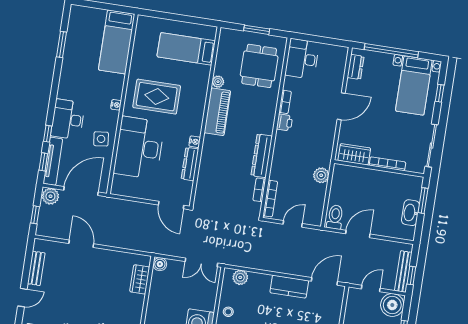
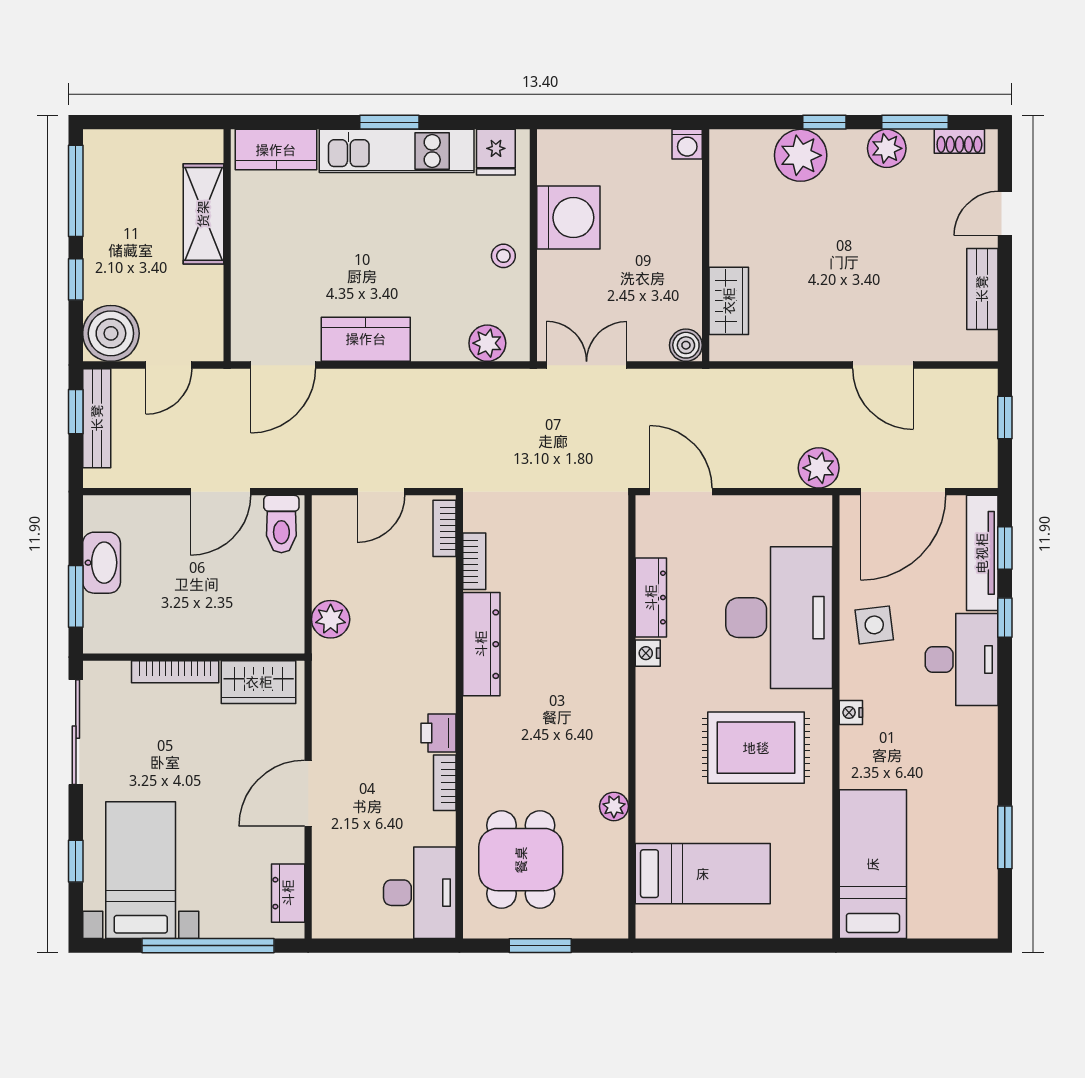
piano: (217, 112) -> (604, 734), removed
plant: (50, 196) -> (819, 468), moved
bookcase: (270, 199) -> (445, 528), width x0.64

